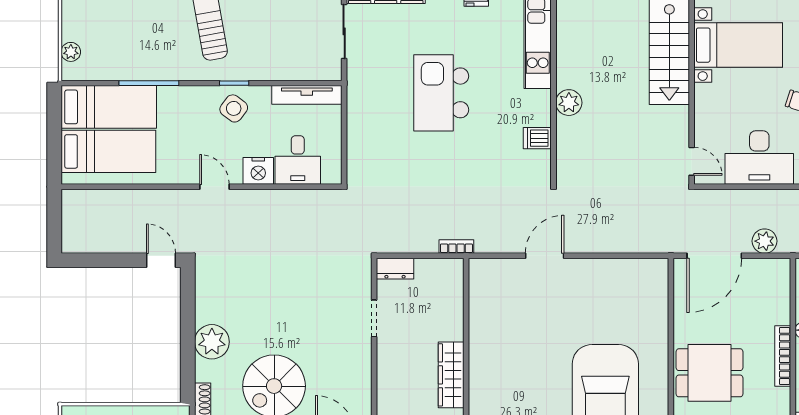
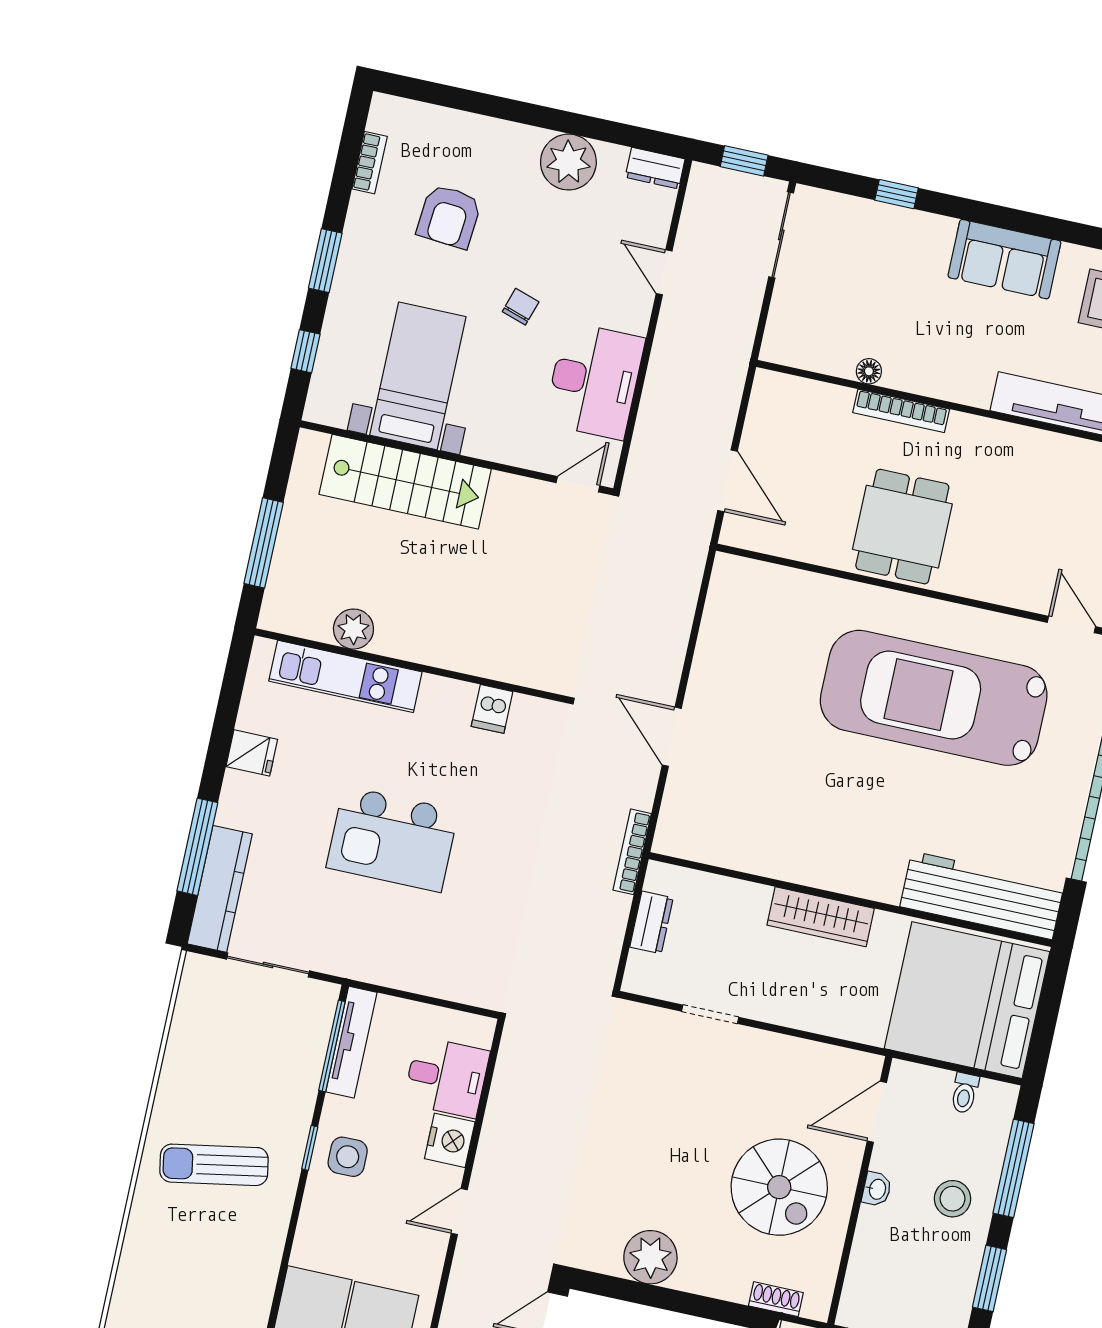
window: (149, 83) -> (332, 1046), moved
plant: (569, 103) -> (353, 629), moved
side table: (234, 108) -> (348, 1157), turned -37
plant: (765, 241) -> (722, 400), removed
bookcase: (456, 247) -> (632, 852), width x1.56
door: (714, 256) -> (728, 481), width x0.73
dresser: (395, 269) -> (651, 922), moved
plant: (212, 342) -> (650, 1257), moved

